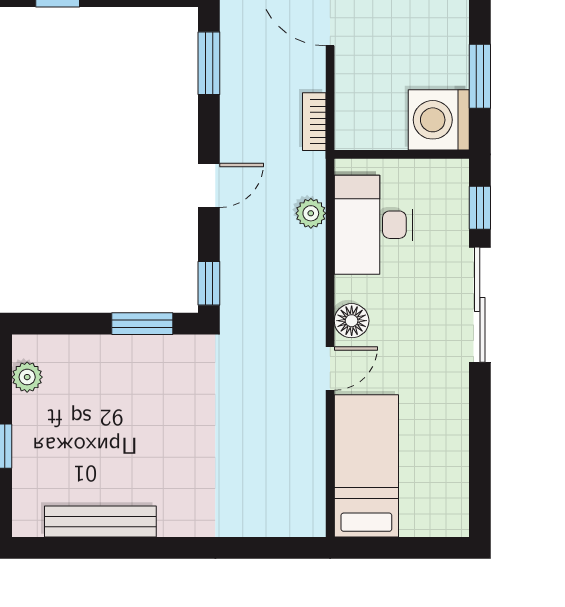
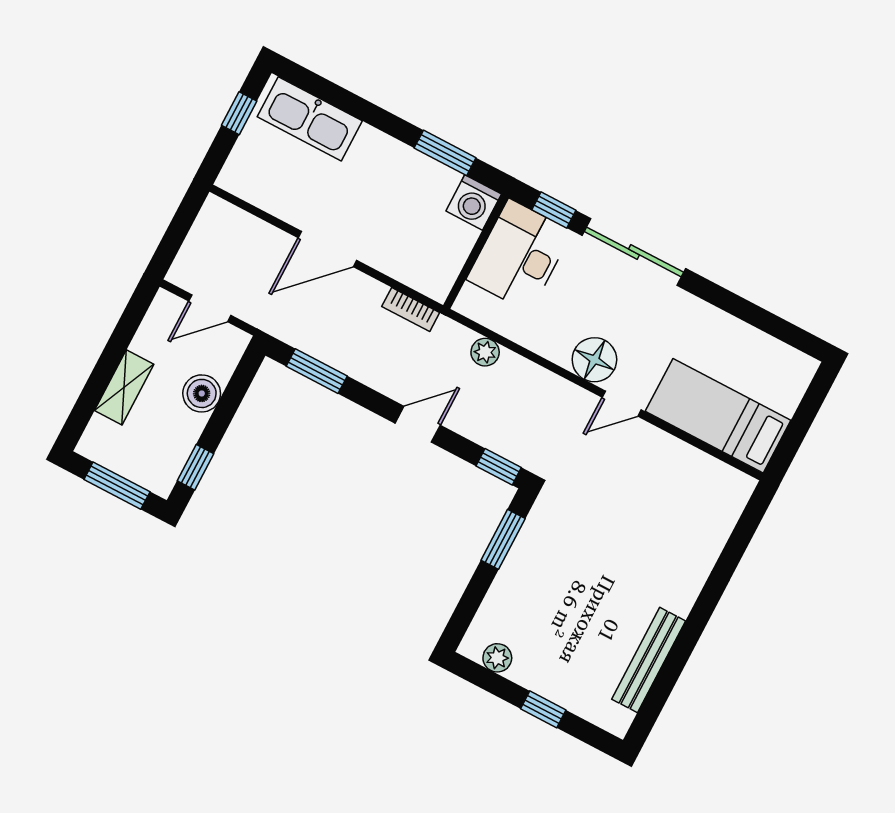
washing machine: (439, 120) -> (474, 202), width x0.73, depth x0.73
door: (209, 185) -> (418, 424), hinge flipped
desk: (373, 225) -> (519, 255), moved, turned 90
floor lamp: (352, 321) -> (594, 360), width x1.38, depth x1.38
door: (330, 368) -> (622, 404), swing flipped

